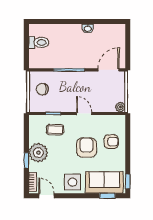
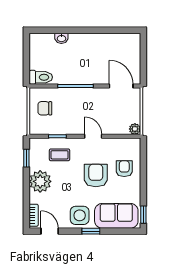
washbasin: (88, 29) -> (61, 38), moved
toilet: (39, 42) -> (41, 77), moved
door: (108, 70) -> (121, 86), hinge flipped
armchair: (111, 142) -> (124, 169), turned -90
window: (26, 160) -> (26, 158), moved
window: (107, 196) -> (91, 231), moved

